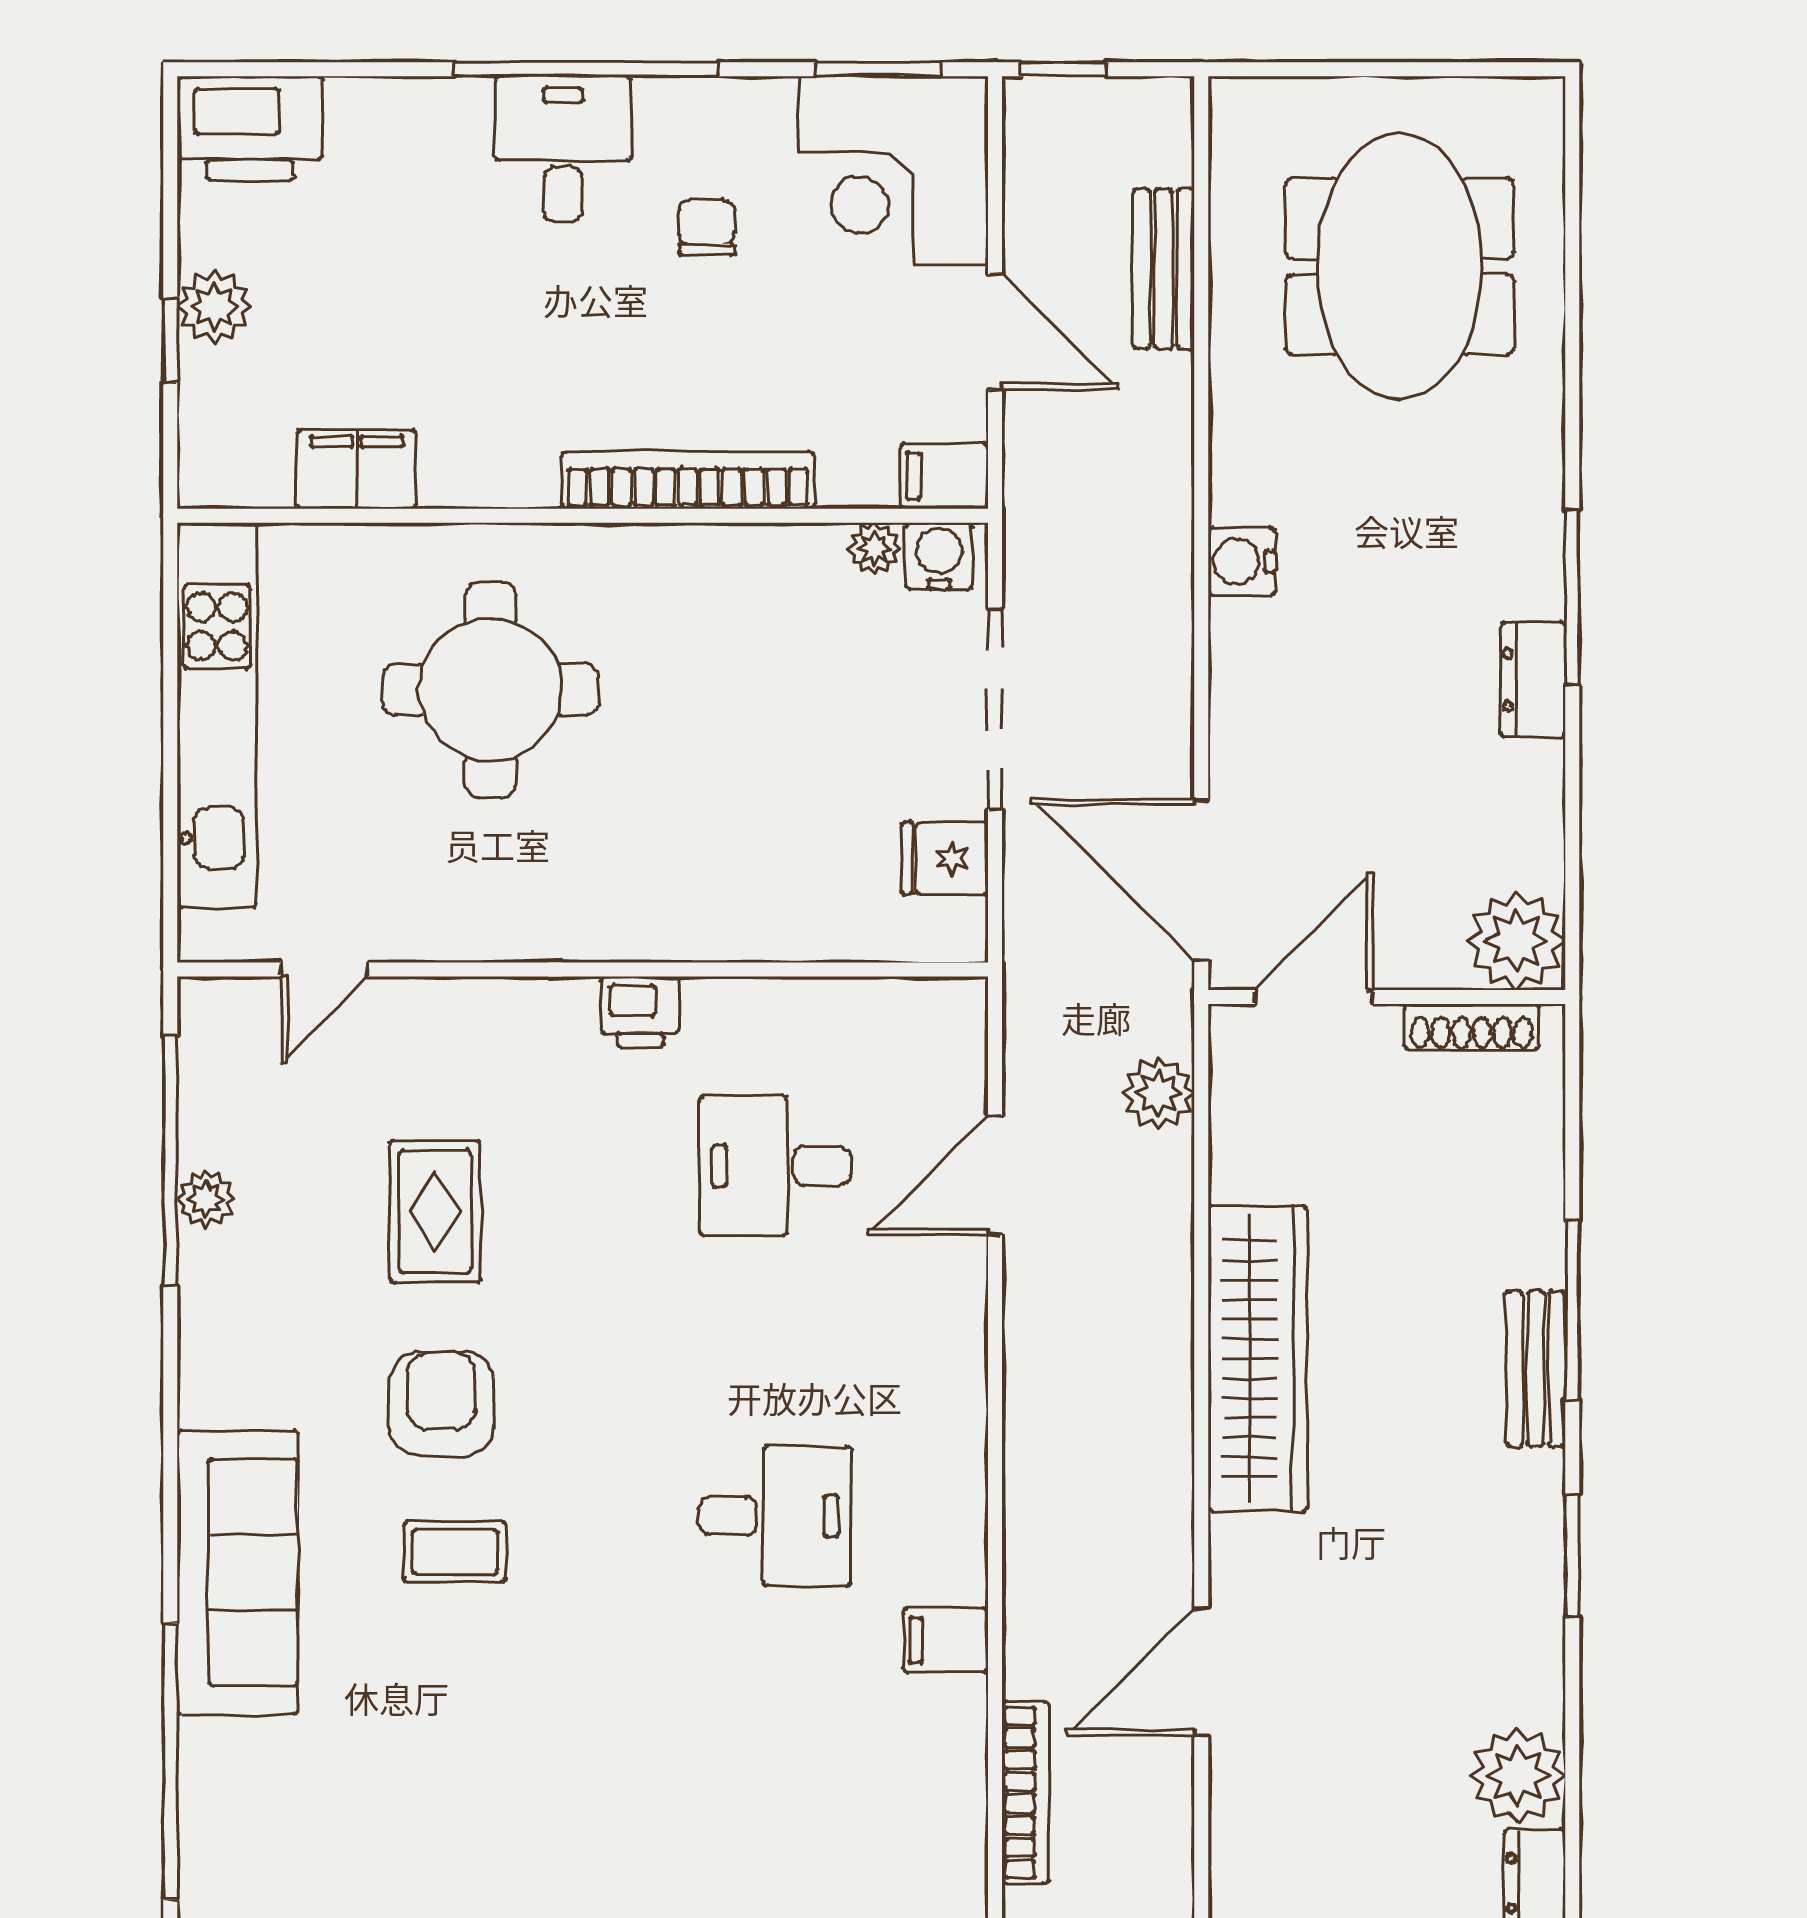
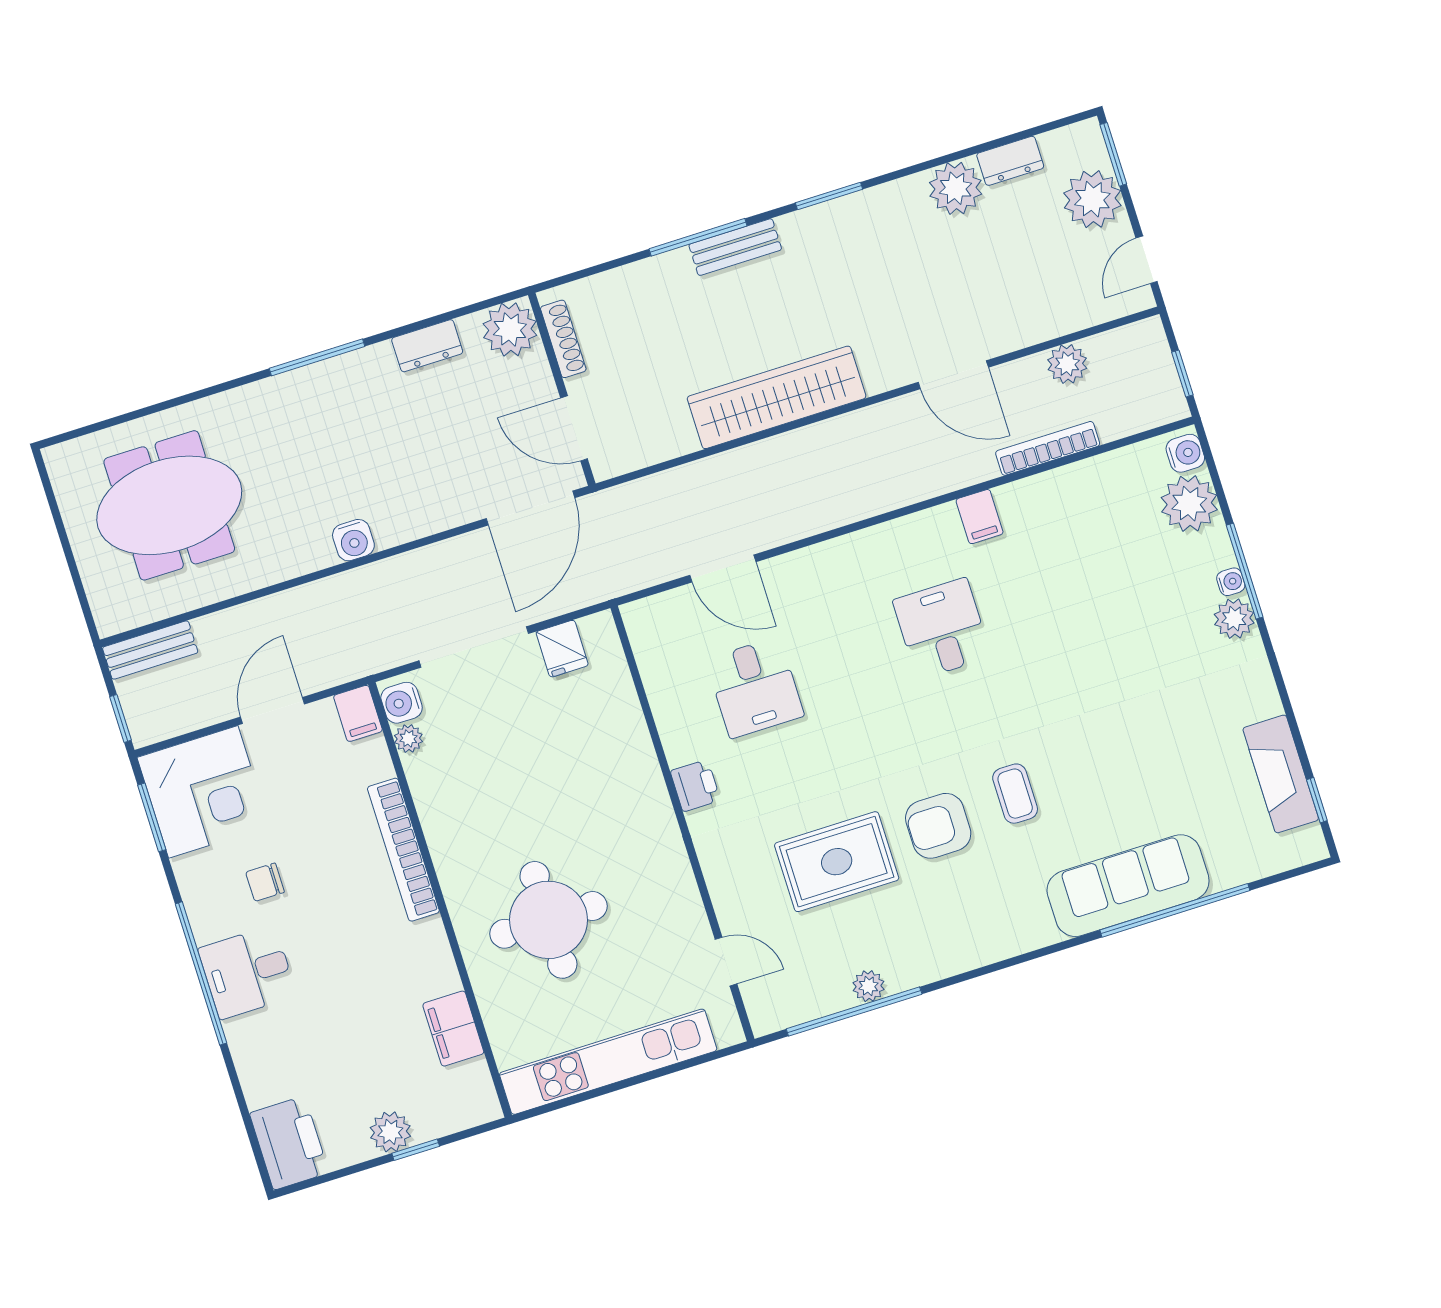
bench: (1164, 269) -> (150, 650), moved
dresser: (1533, 680) -> (427, 346), moved
plant: (1159, 1093) -> (1067, 364), moved
rug: (435, 1211) -> (837, 862), width x1.36, depth x1.43
sofa: (238, 1572) -> (1128, 886), moved

